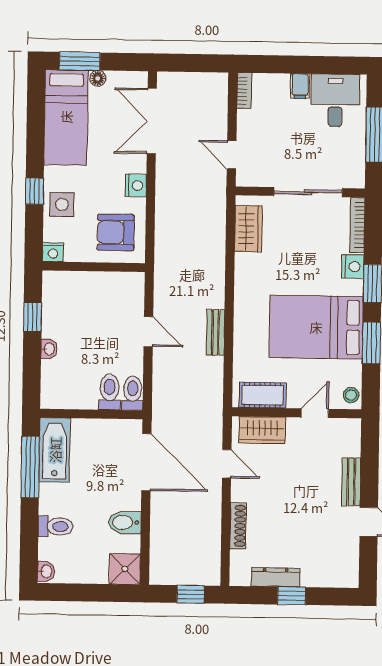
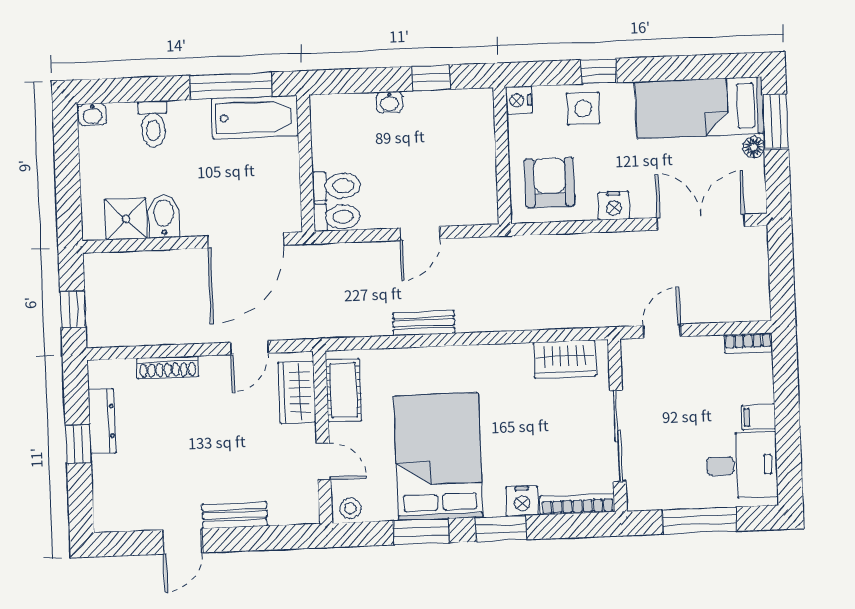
shower: (125, 569) -> (126, 219), moved

